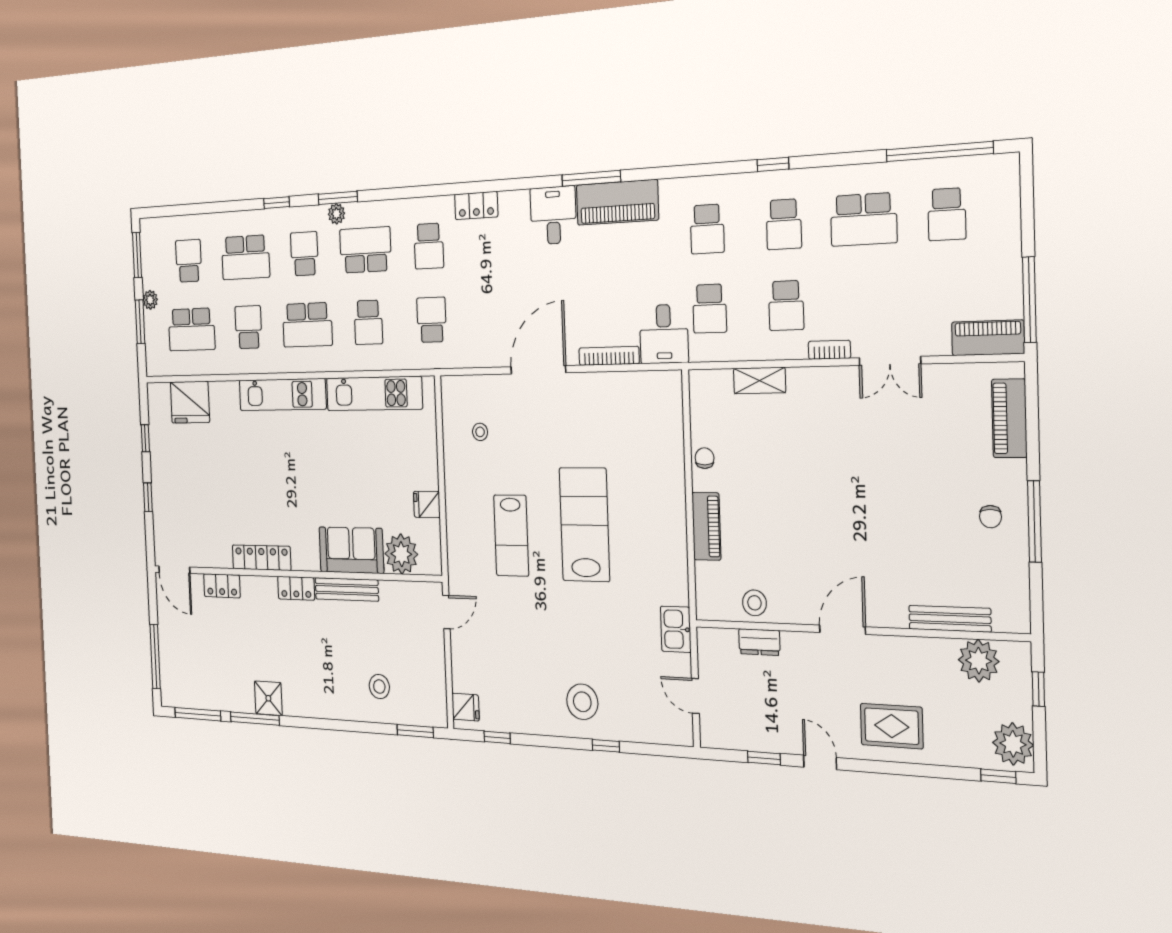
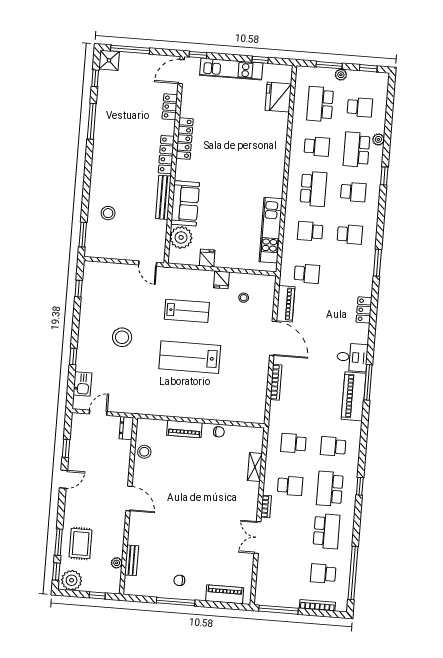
window: (338, 198) -> (377, 263), moved
plant: (337, 214) -> (378, 139), moved
bookcase: (1012, 217) -> (317, 605), added
school desk: (864, 219) -> (327, 531), turned 180
school desk: (784, 224) -> (330, 489), width x1.85
school desk: (429, 246) -> (347, 277), removed
school desk: (365, 250) -> (350, 234), width x0.54
window: (137, 255) -> (368, 68), width x0.67
school desk: (786, 306) -> (290, 486), turned 180
school desk: (307, 325) -> (313, 189), turned 180
desk: (664, 334) -> (284, 416), removed
piano: (988, 338) -> (285, 304), moved
kitchen unit: (282, 395) -> (231, 69), moved, turned -90
window: (148, 497) -> (198, 55), moved
lab bench: (584, 525) -> (190, 357), turned 180
lab bench: (511, 535) -> (187, 311), turned 180
locker: (296, 588) -> (166, 155), width x1.53
bench: (950, 619) -> (132, 560), width x0.73
kitchen sink: (676, 629) -> (82, 384), moved, turned 90
dresser: (759, 642) -> (126, 428), moved
plant: (979, 661) -> (117, 563), width x0.53, depth x0.53
shower: (268, 698) -> (109, 60), moved
stool: (582, 702) -> (122, 337), moved
fridge: (466, 707) -> (221, 280), moved
window: (198, 714) -> (95, 78), width x0.46
rug: (892, 726) -> (81, 544), moved
window: (940, 772) -> (59, 542), added

